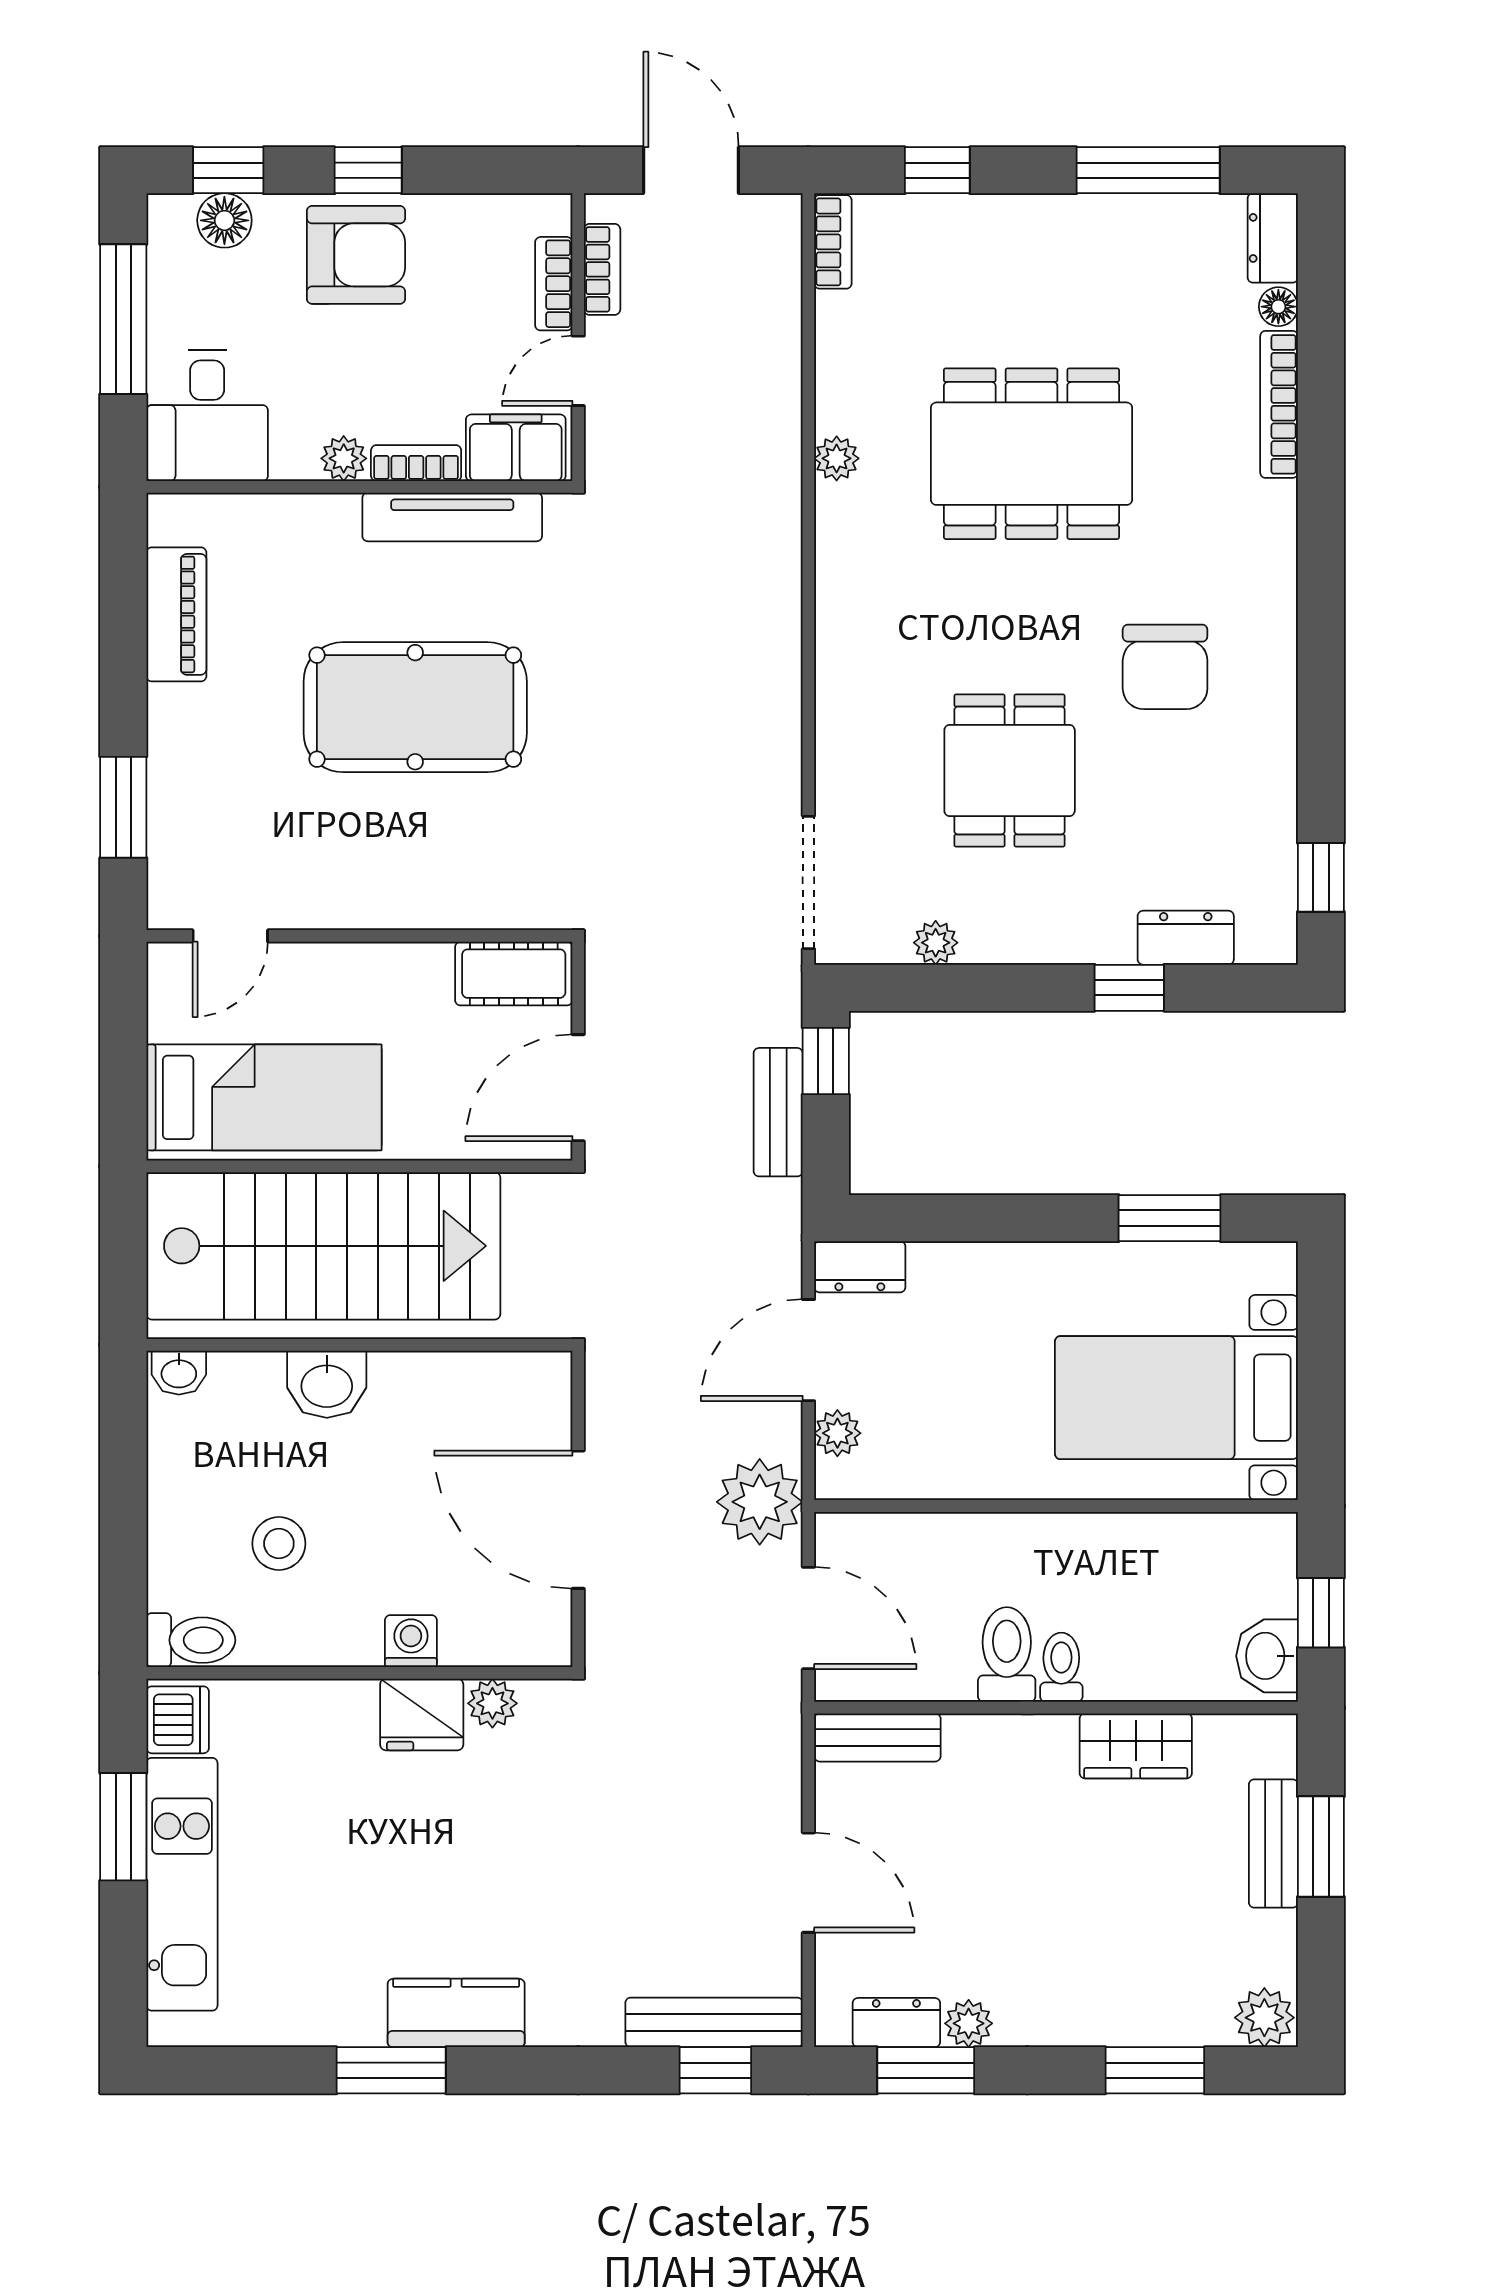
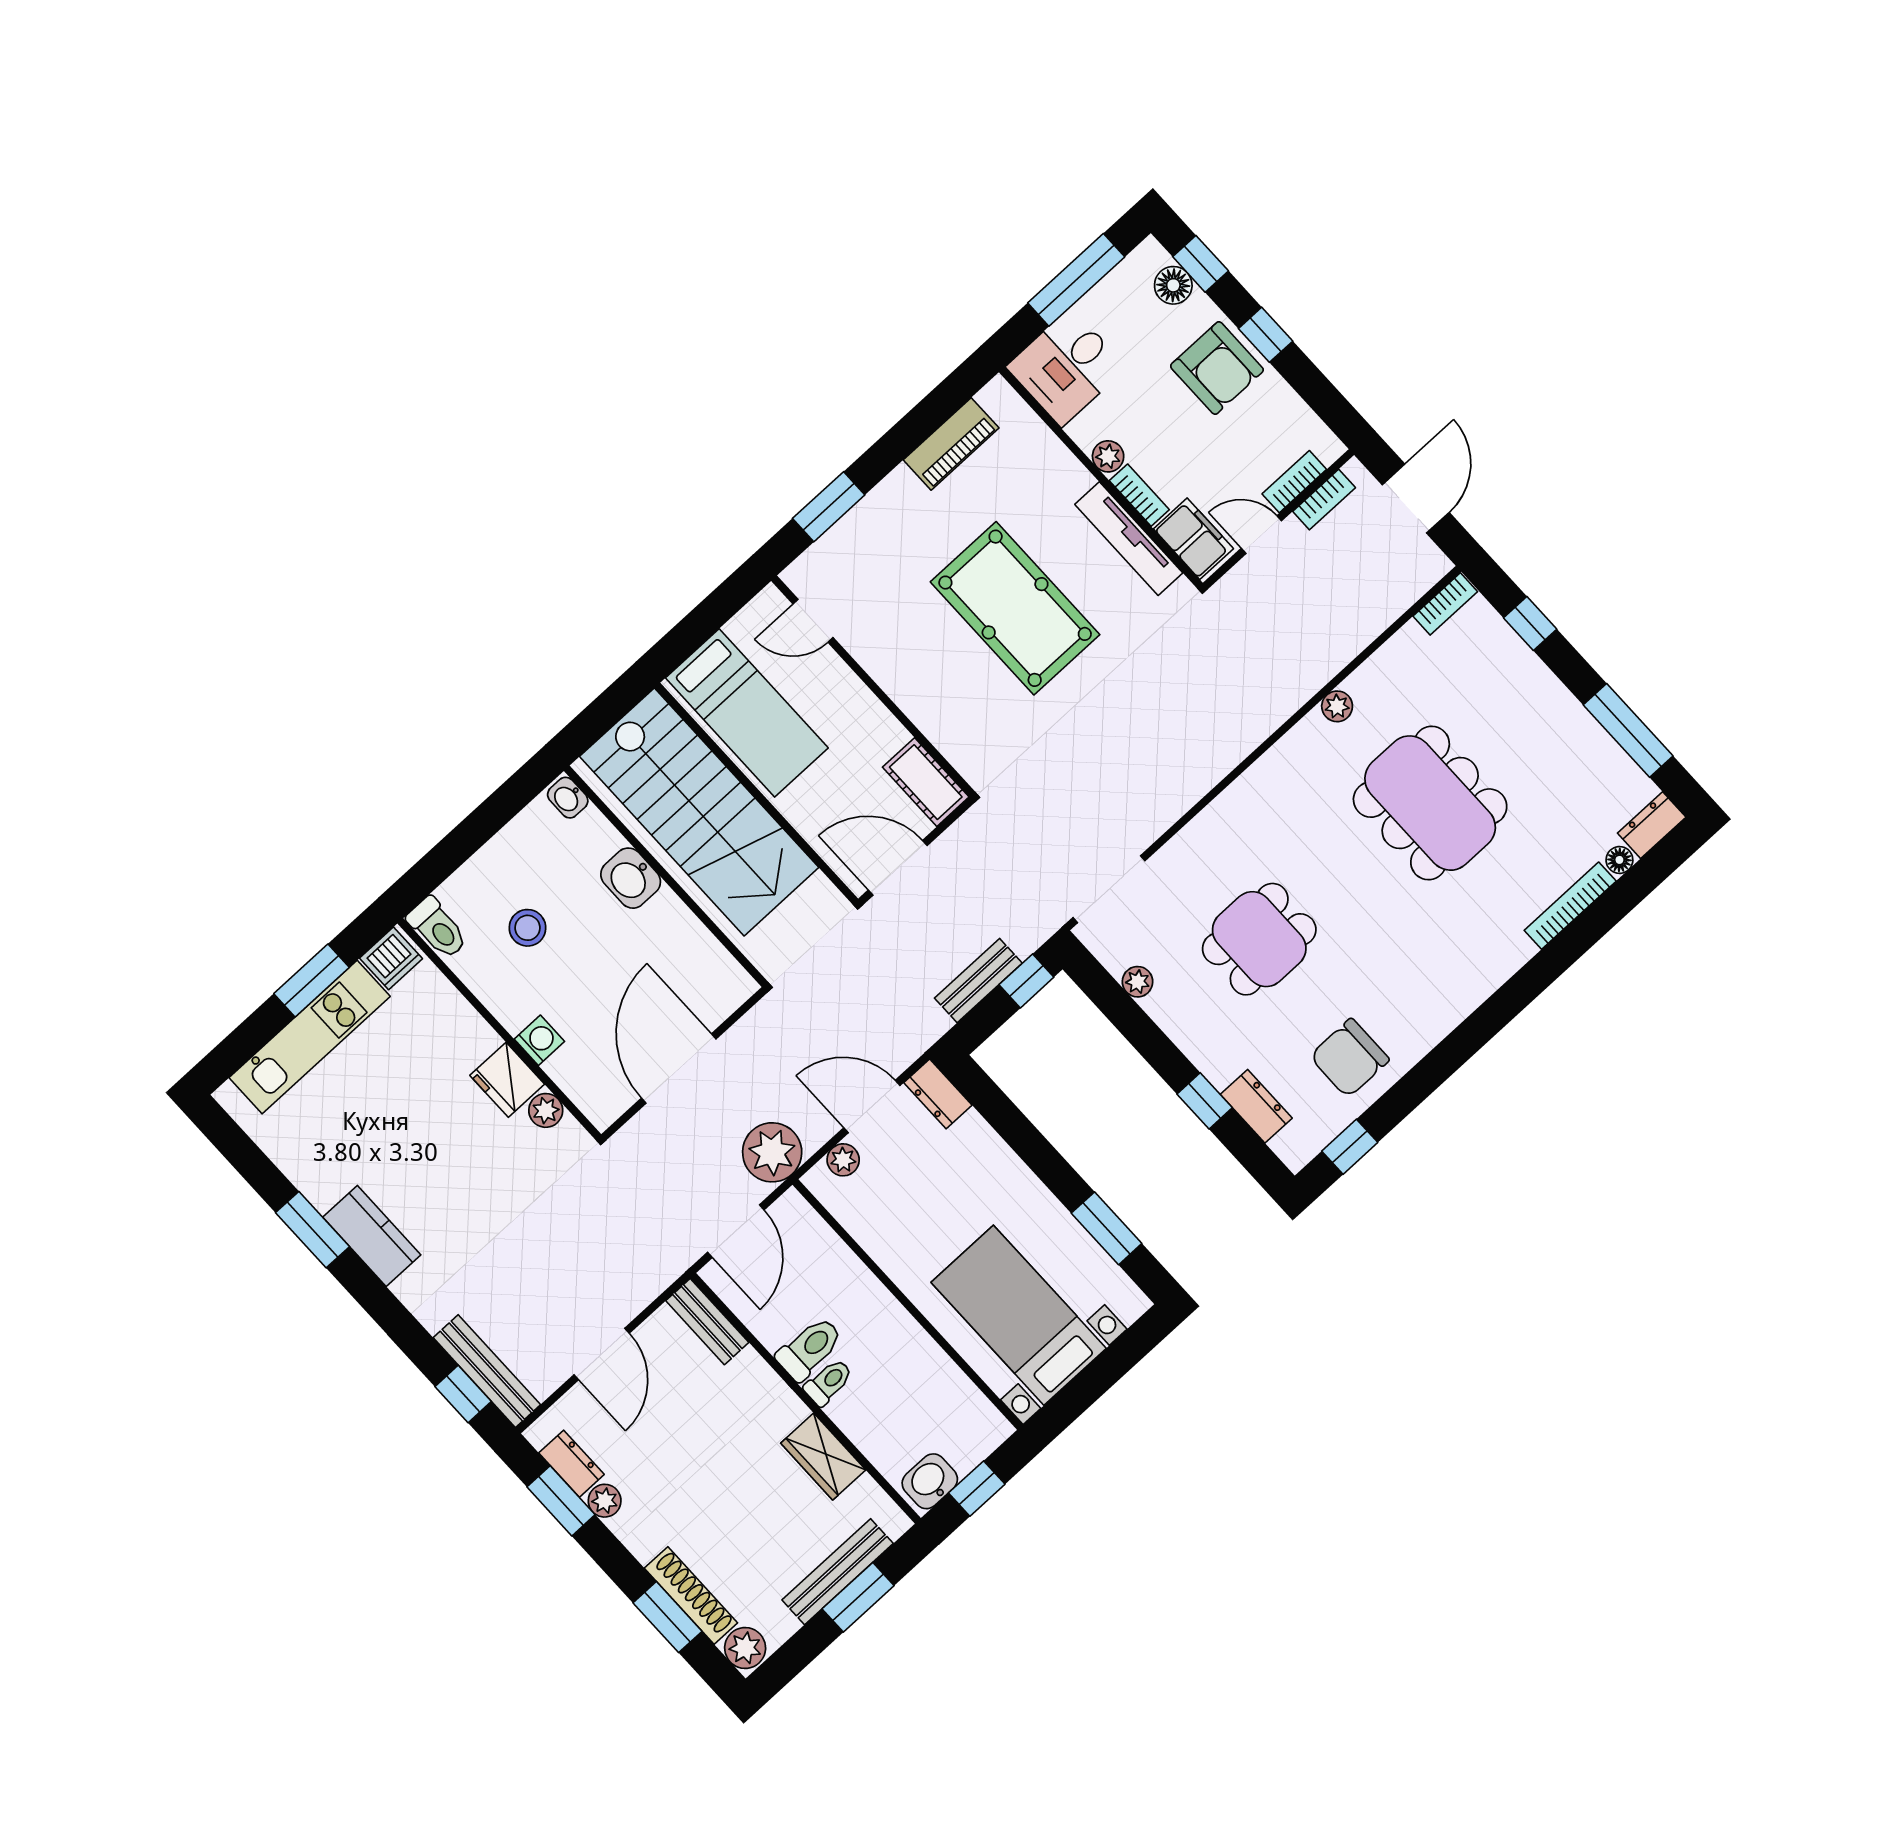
chair: (1165, 667) -> (1349, 1058), moved
bench: (1273, 1844) -> (838, 1572), width x1.36
shoe rack: (1155, 2024) -> (691, 1595), added

